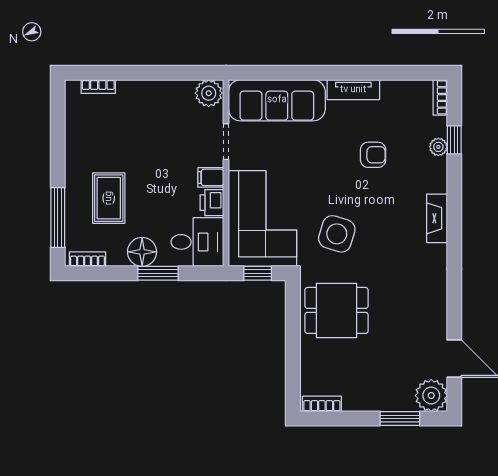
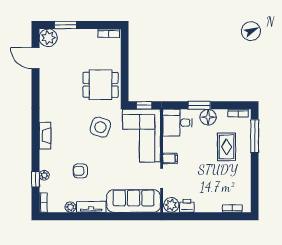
plant: (391, 89) -> (70, 207), added
printer: (212, 203) -> (187, 206), moved, turned -90

